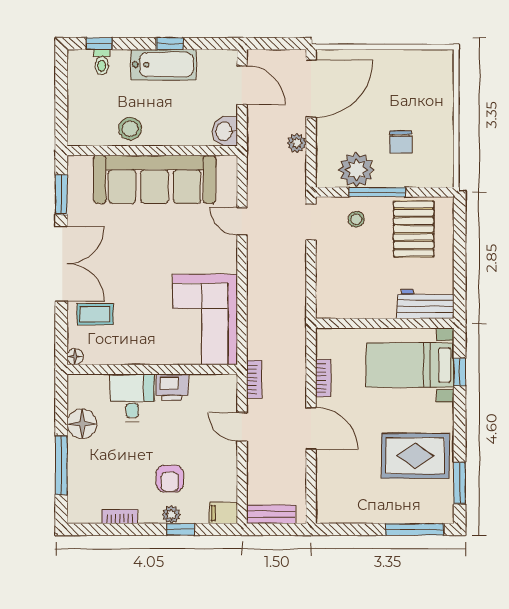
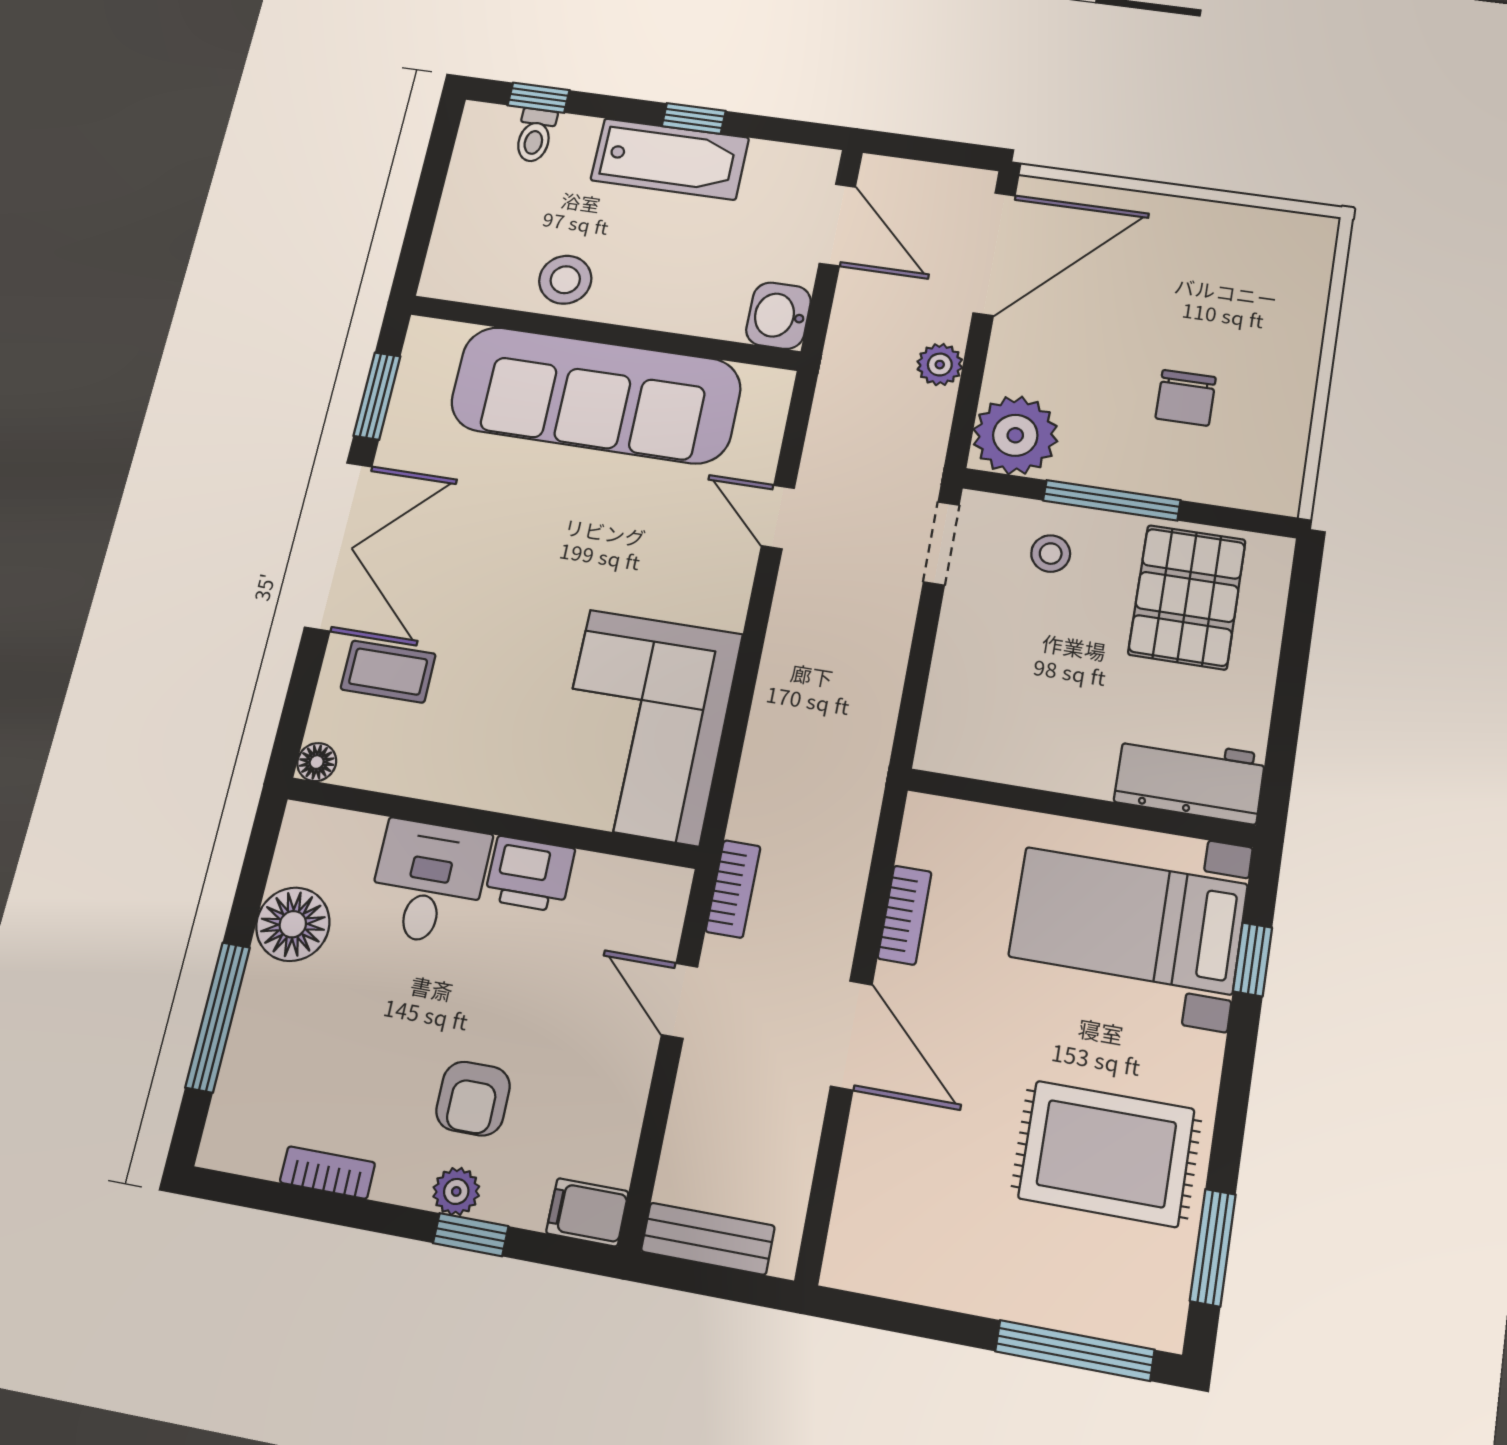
plant: (356, 170) -> (1015, 435), moved

